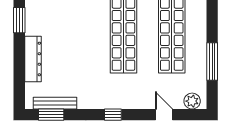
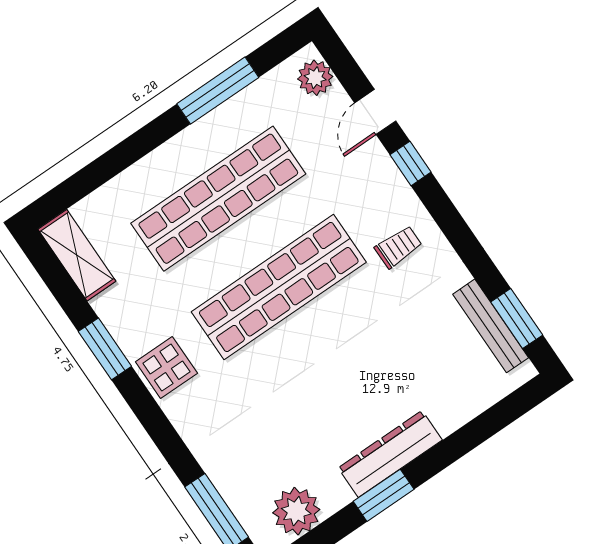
dresser: (33, 59) -> (390, 454), moved
trolley: (108, 89) -> (398, 247), added
window: (113, 115) -> (410, 163), moved

